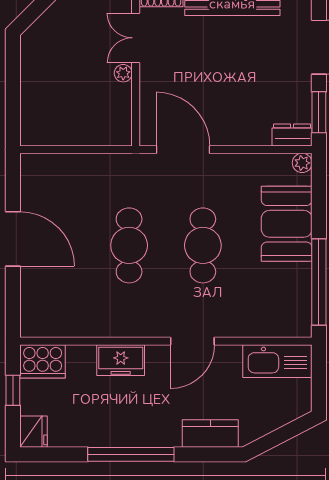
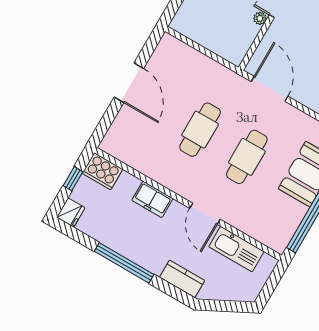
door: (192, 341) -> (205, 214), hinge flipped
kitchen sink: (277, 361) -> (236, 249), moved

